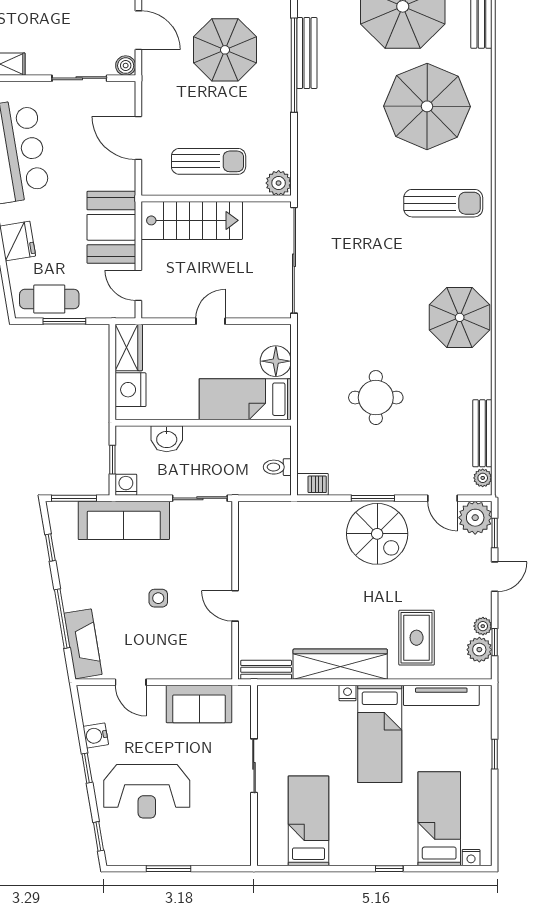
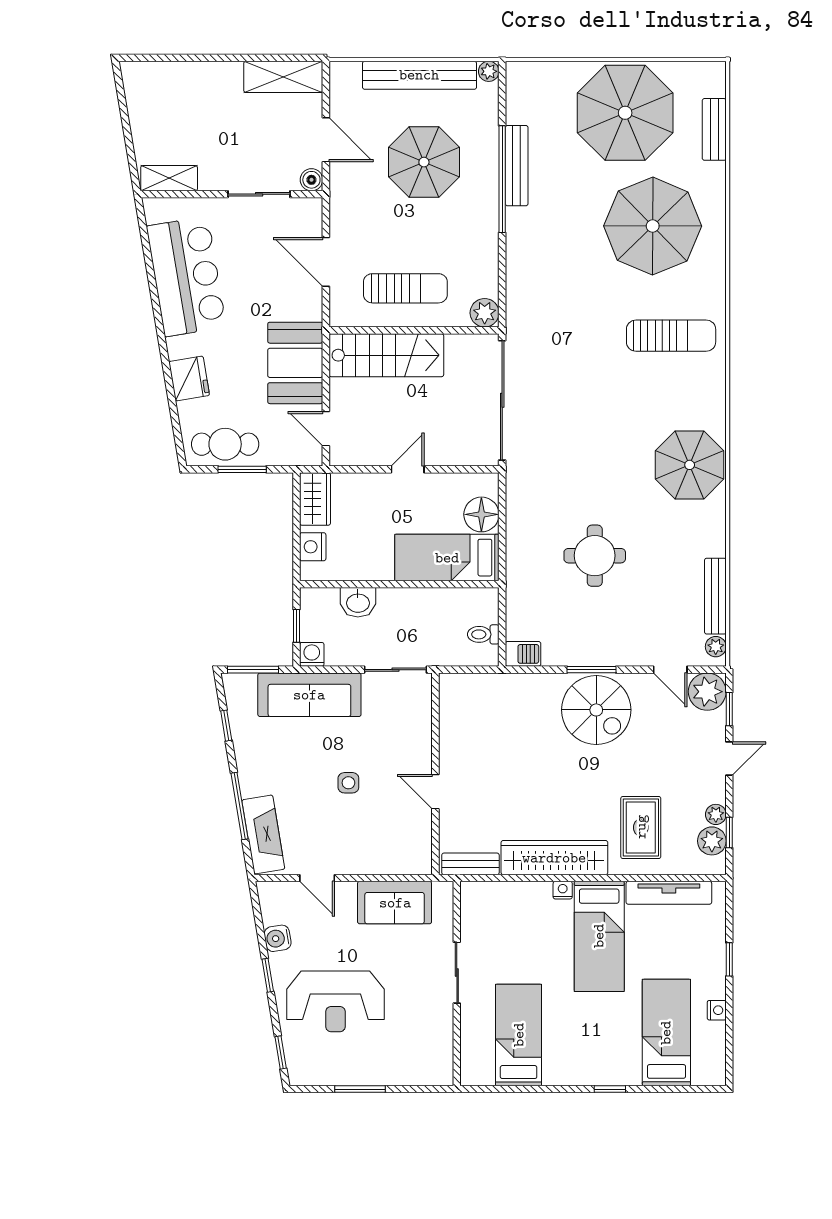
nightstand: (130, 390) -> (313, 547), width x0.74, depth x0.75
nightstand: (471, 858) -> (717, 1010), moved, turned -90

